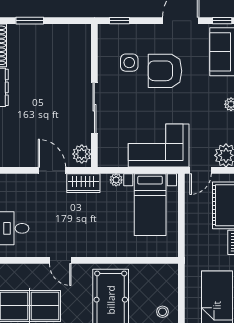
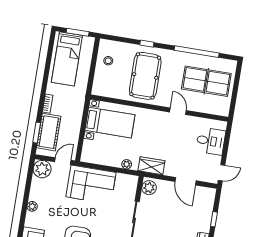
door: (52, 170) -> (186, 181), moved
bed with nightstands: (150, 205) -> (110, 123), moved, turned 90

